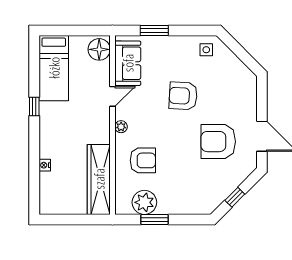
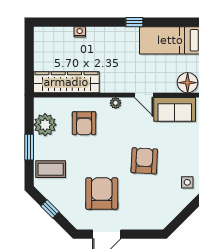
coffee table: (192, 196) -> (51, 169), added
window: (155, 219) -> (29, 147), moved

